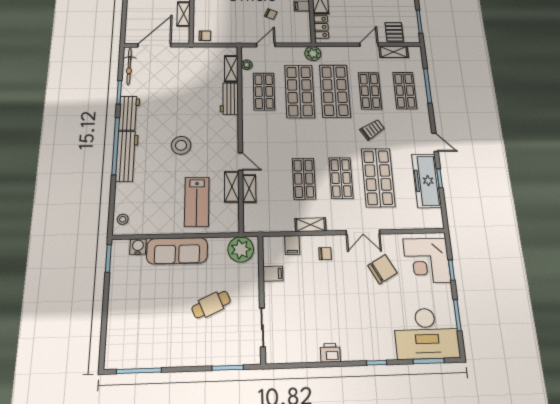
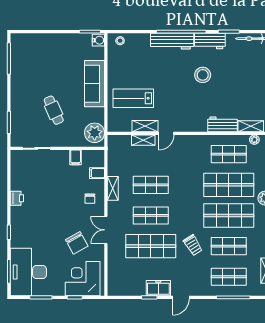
stool: (181, 145) -> (203, 75), moved
freezer: (426, 181) -> (158, 288), width x0.52, depth x0.79
water cooler: (138, 247) -> (98, 40), moved

